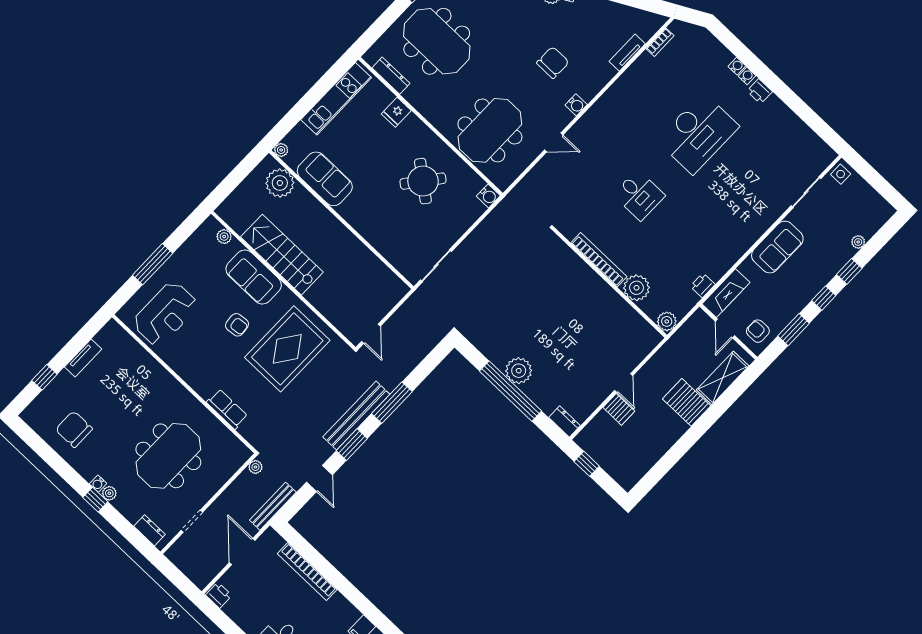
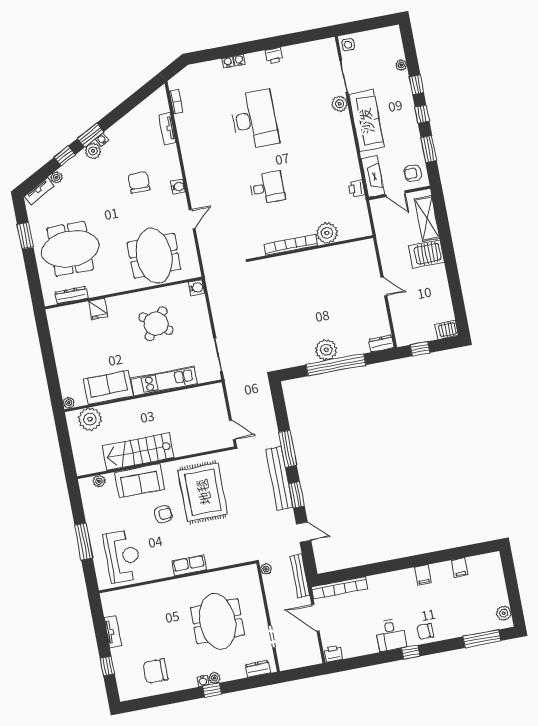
printer: (760, 91) -> (274, 56), moved
kitchen unit: (336, 99) -> (164, 381), moved, turned -90
sofa: (777, 247) -> (366, 121), width x1.36
plant: (667, 321) -> (340, 104), moved
row of seats: (227, 409) -> (189, 565), moved
server rack: (619, 409) -> (447, 330), moved, turned 180
bookcase: (307, 572) -> (339, 588), moved

